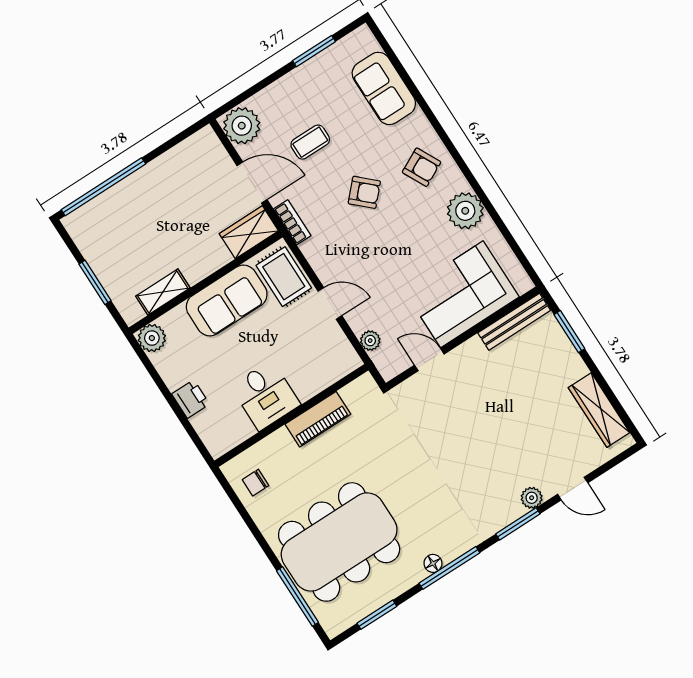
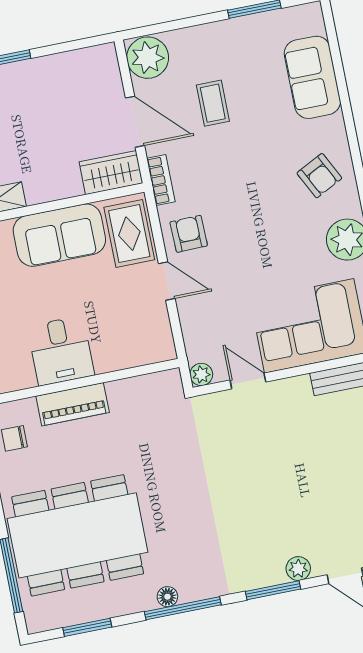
coffee table: (310, 142) -> (213, 103), turned 90
armchair: (364, 192) -> (189, 234), moved, turned -134
plant: (370, 341) -> (201, 374), moved
piano: (318, 419) -> (73, 404), moved

